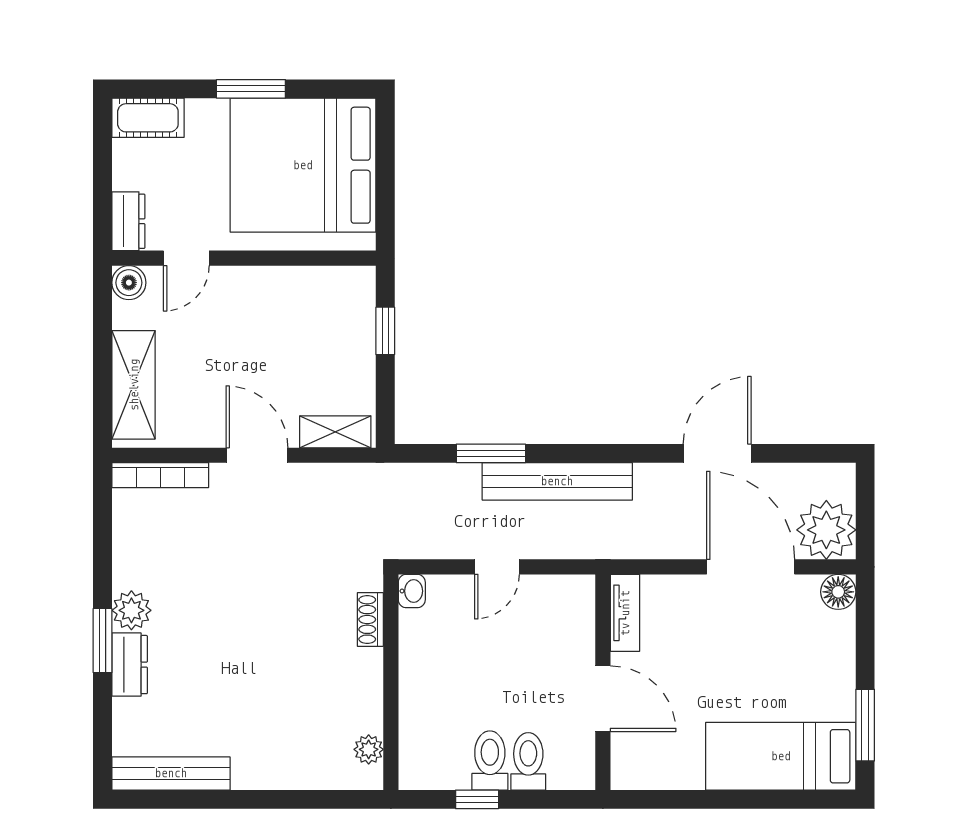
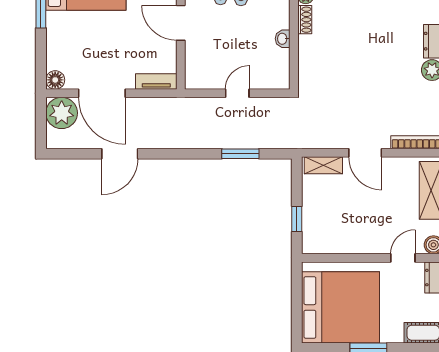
bench: (557, 481) -> (205, 139), removed
washbasin: (412, 591) -> (283, 39), moved
tv unit: (625, 613) -> (156, 81), moved, turned 90
shoe rack: (370, 619) -> (305, 20), moved

